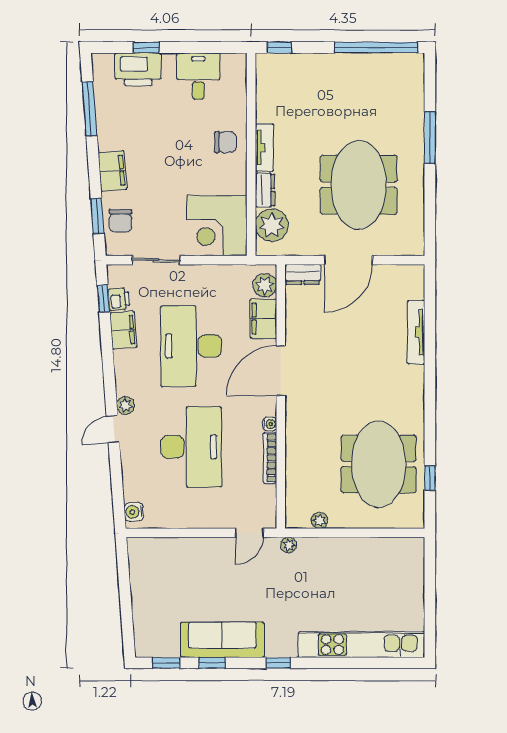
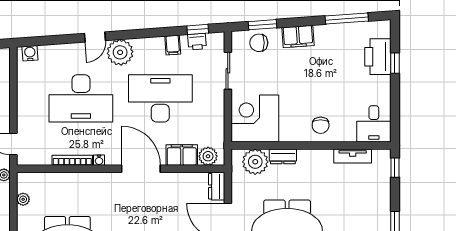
desk: (198, 76) -> (374, 124), moved, turned 90
tv unit: (265, 147) -> (353, 156), moved
filing cabinet: (123, 330) -> (173, 45), width x0.50
plant: (125, 405) -> (120, 52), width x1.87, depth x1.87
door: (113, 429) -> (95, 37), swing flipped

